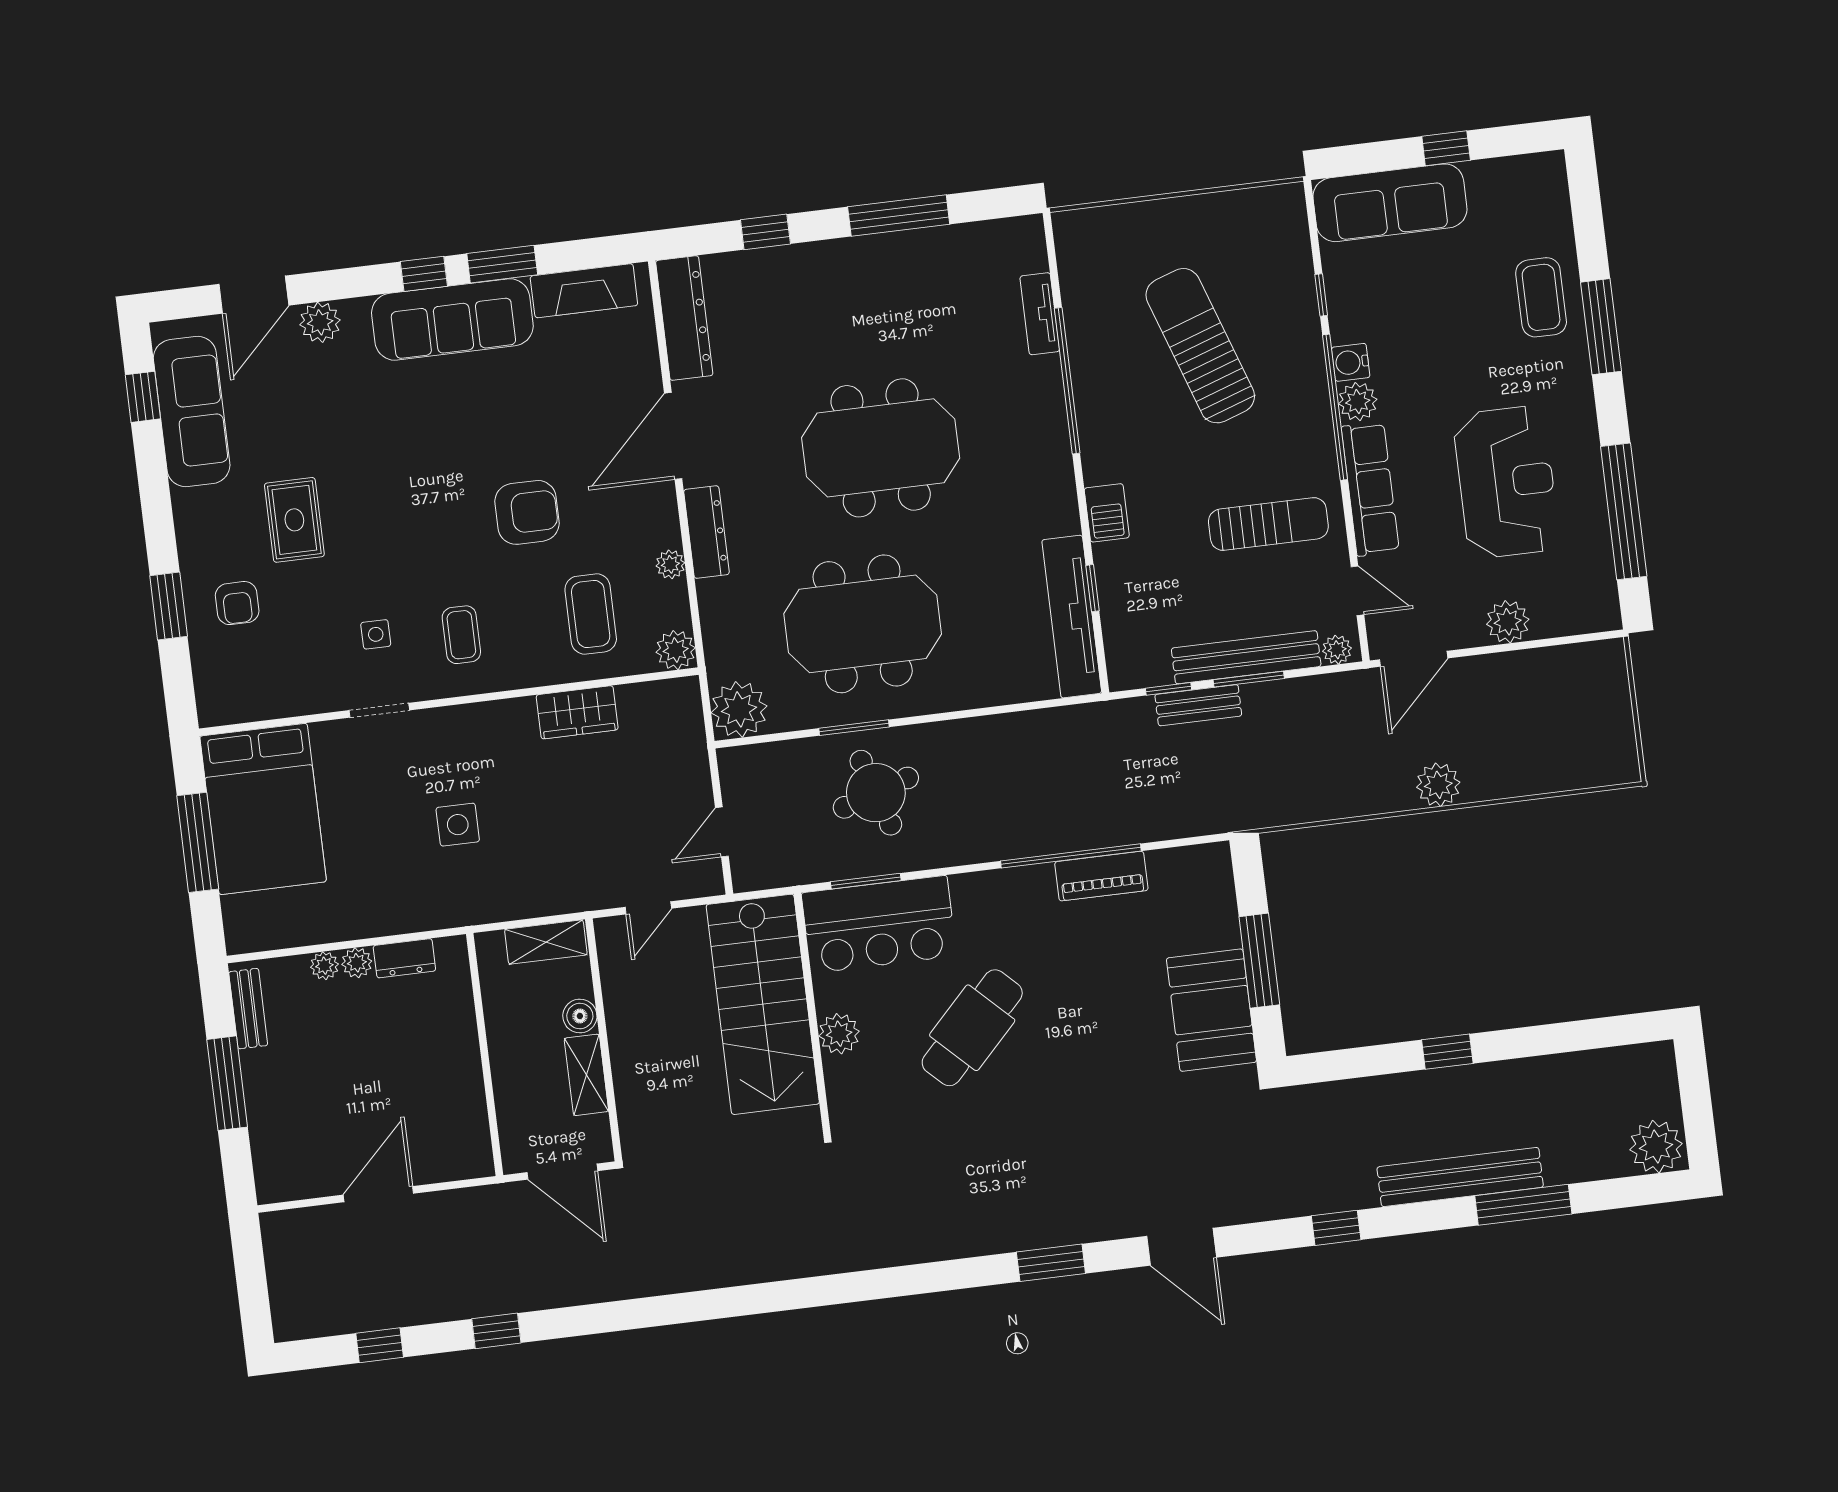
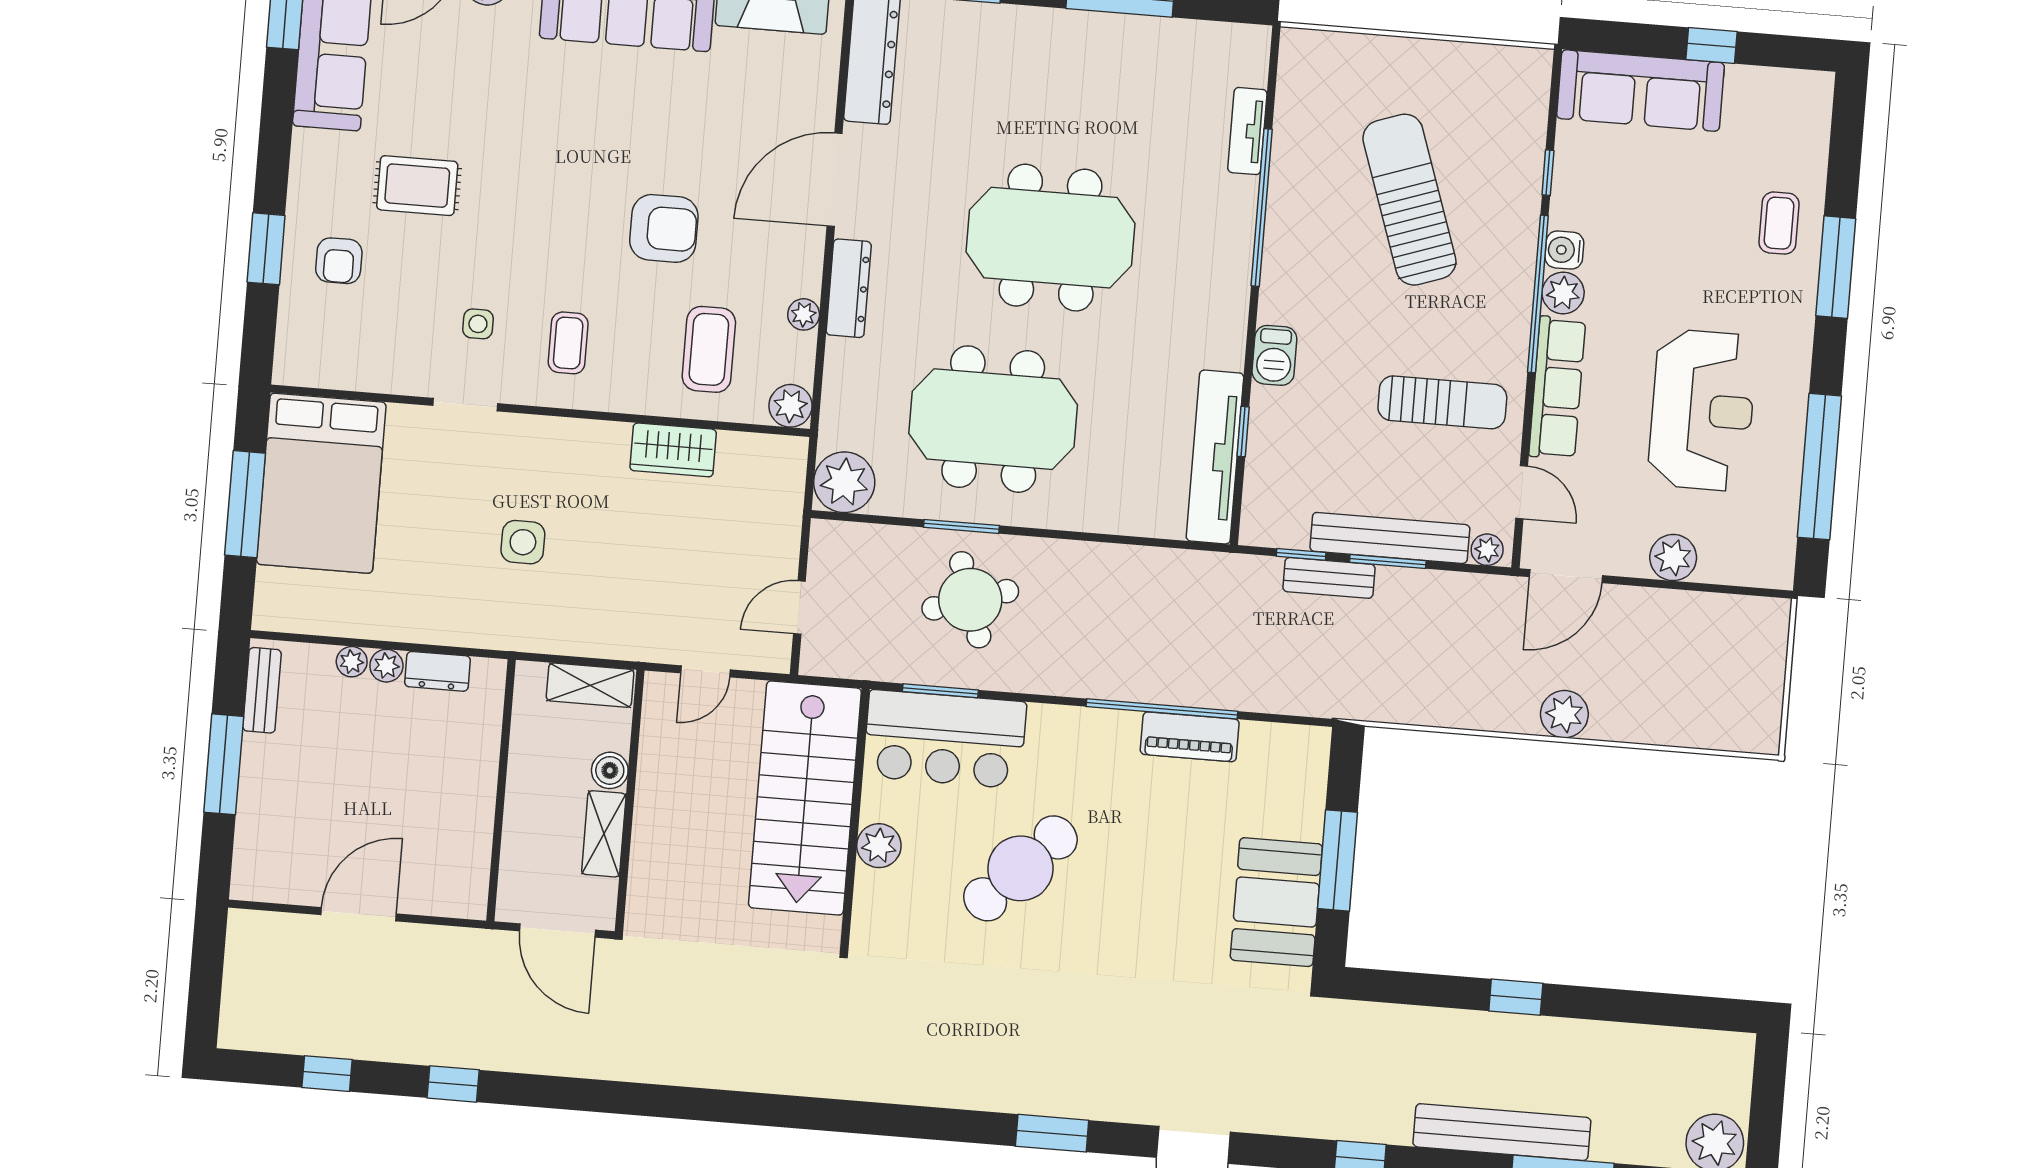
coffee table: (1541, 297) -> (1779, 223), width x0.73, depth x0.77
rug: (294, 520) -> (417, 186), turned 90

